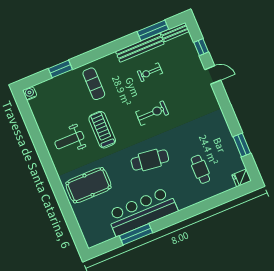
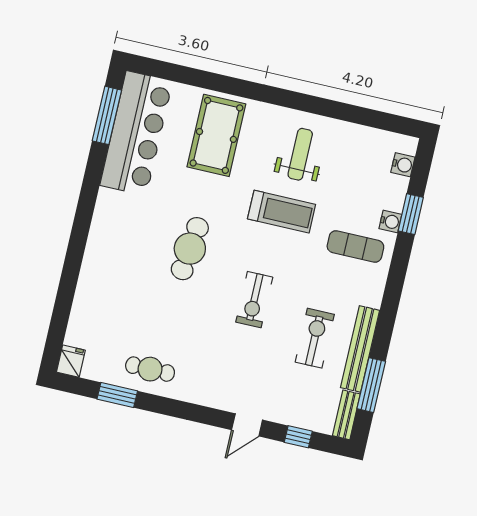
exercise bike: (150, 72) -> (315, 338), width x1.38, depth x1.39
water cooler: (71, 76) -> (390, 221), added
water cooler: (30, 93) -> (403, 165), moved
cafe table: (200, 169) -> (150, 369), moved
bar counter: (142, 212) -> (136, 133), moved
window: (136, 234) -> (107, 115), moved

